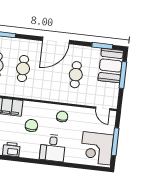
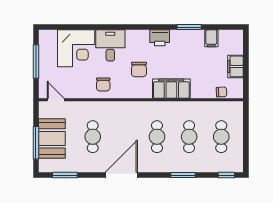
booth: (111, 66) -> (52, 138), moved
corner desk: (97, 148) -> (76, 48), moved, turned 90

